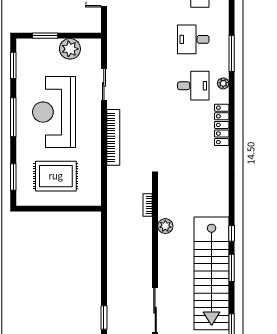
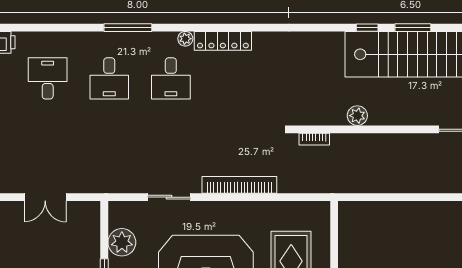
plant: (223, 83) -> (185, 39), moved
desk: (193, 86) -> (171, 78), turned 180
bookcase: (148, 205) -> (314, 139), moved

